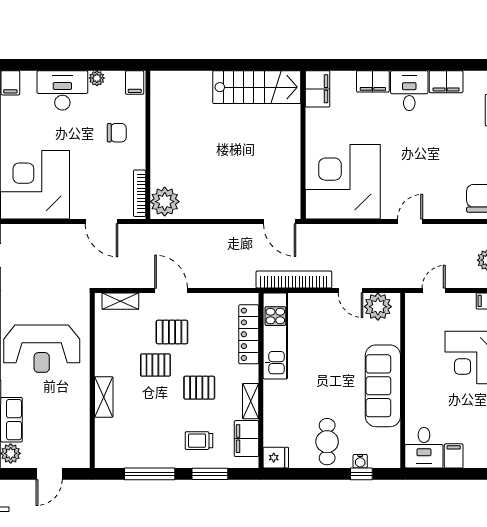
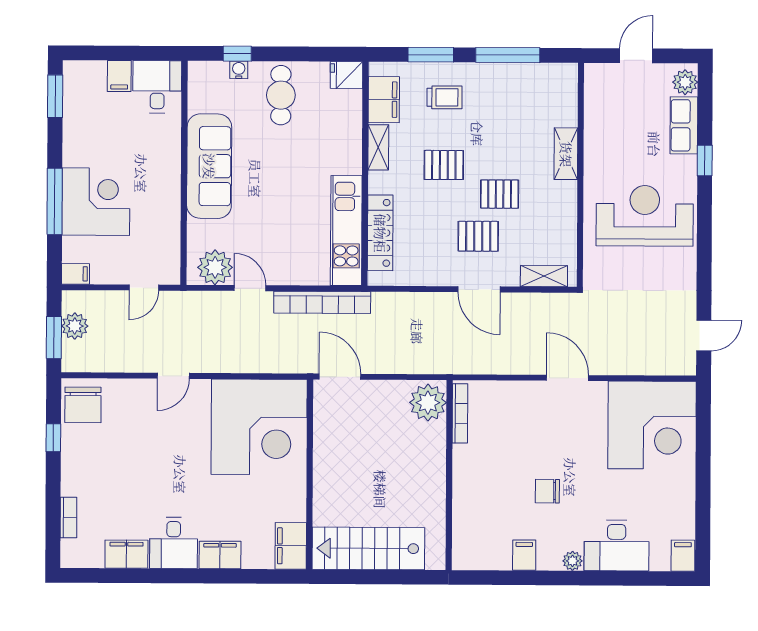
wall: (148, 145) -> (449, 475), moved
bookcase: (140, 193) -> (460, 413), moved
plant: (165, 202) -> (428, 403), moved

